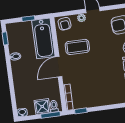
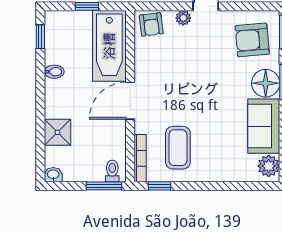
coffee table: (77, 47) -> (178, 148), moved, turned 90
shower: (42, 107) -> (57, 132), moved

